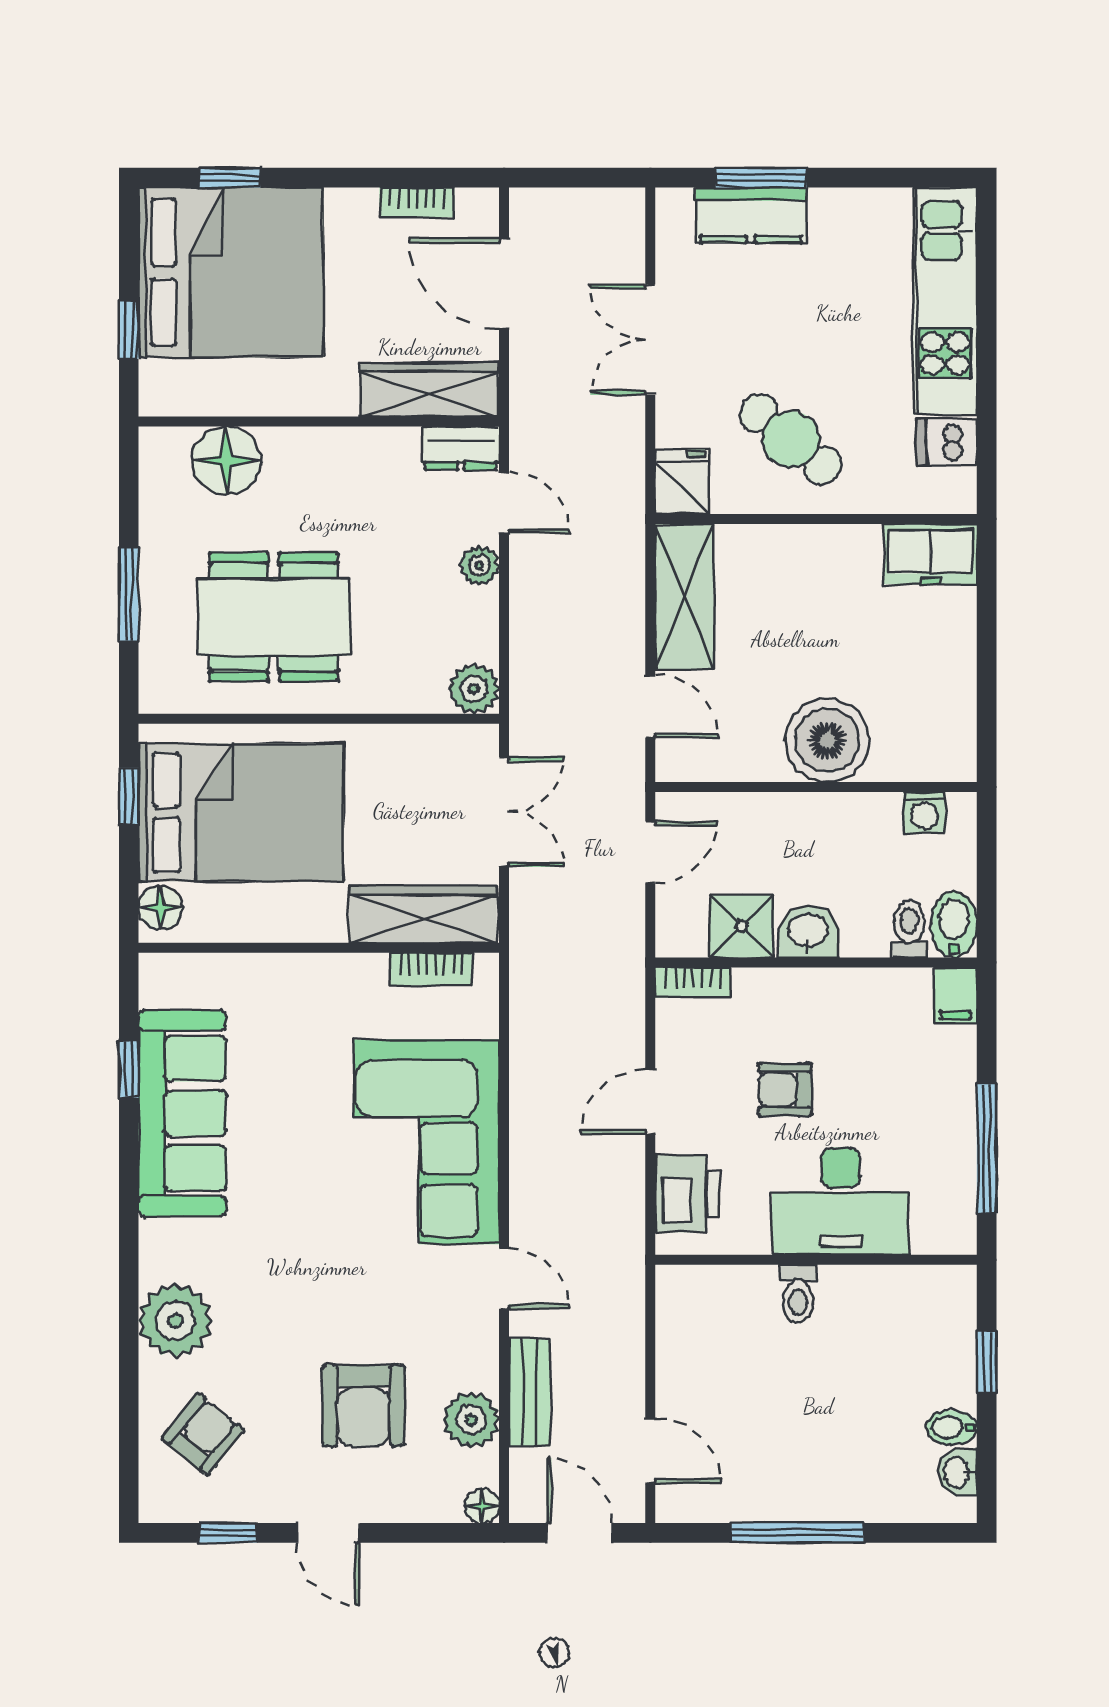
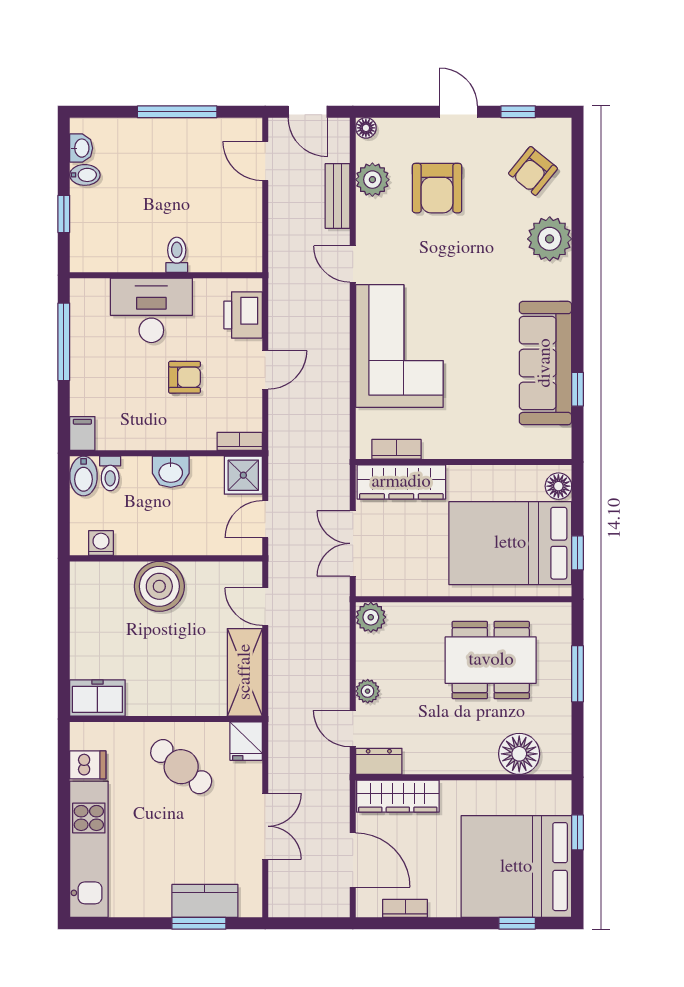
shower: (742, 926) -> (243, 475), moved
armchair: (363, 1405) -> (437, 188), turned 180

